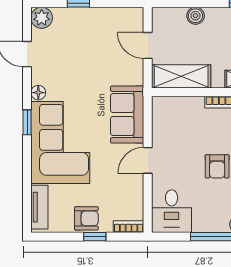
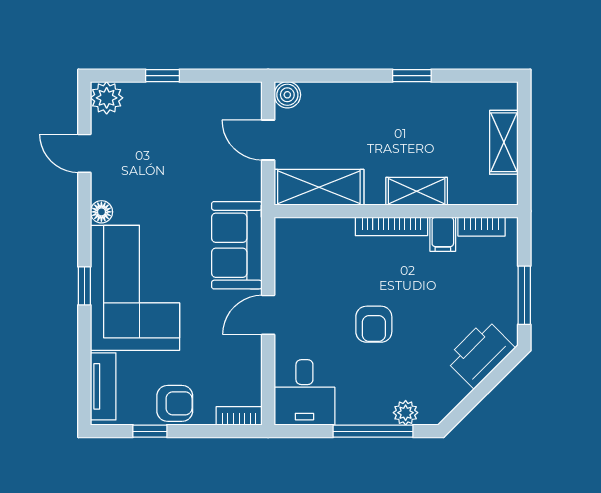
boiler: (196, 16) -> (287, 95), moved
window: (27, 122) -> (84, 286), moved
window: (95, 237) -> (150, 431), moved

